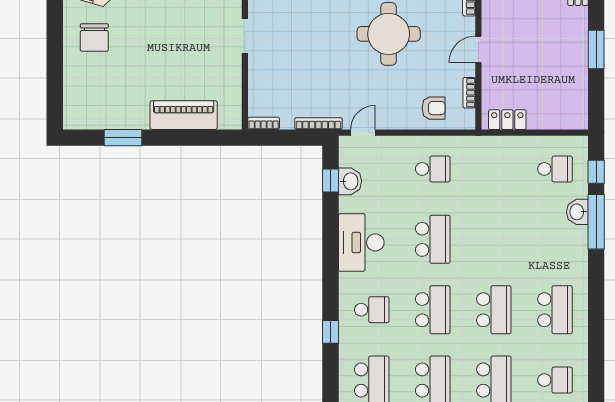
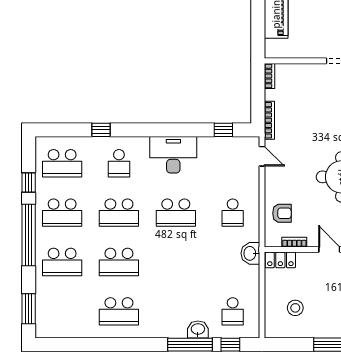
stool: (551, 91) -> (295, 308), added
armchair: (434, 108) -> (282, 213), turned -90
locker: (507, 120) -> (280, 260), moved, turned 90
washbasin: (350, 181) -> (250, 253), moved, turned 90
school desk: (555, 380) -> (62, 311), removed

